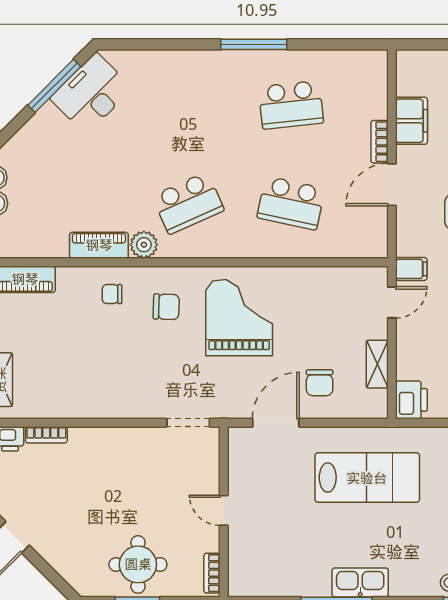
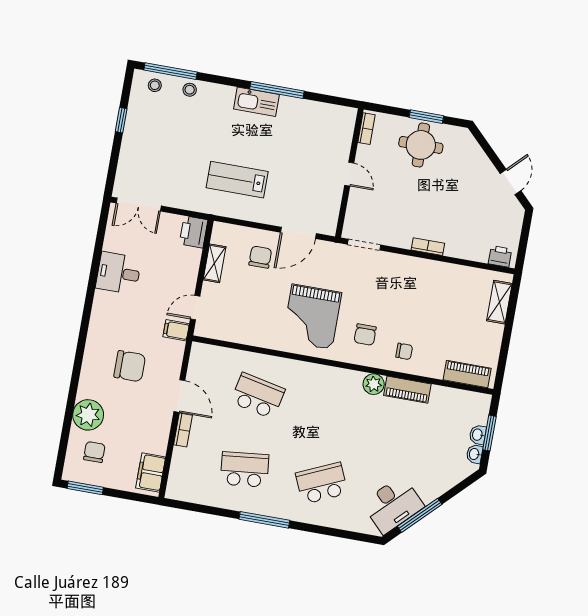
filing cabinet: (412, 121) -> (151, 472), moved
door: (392, 185) -> (179, 396), hinge flipped
school desk: (188, 203) -> (322, 483), moved
chair: (166, 307) -> (365, 335), turned -92
bookcase: (46, 435) -> (428, 247), moved
lab bench: (367, 478) -> (237, 180), width x0.73, depth x0.72

